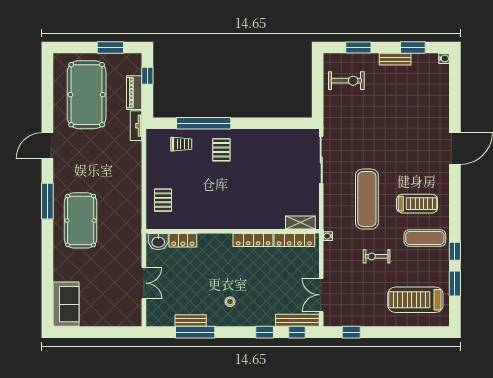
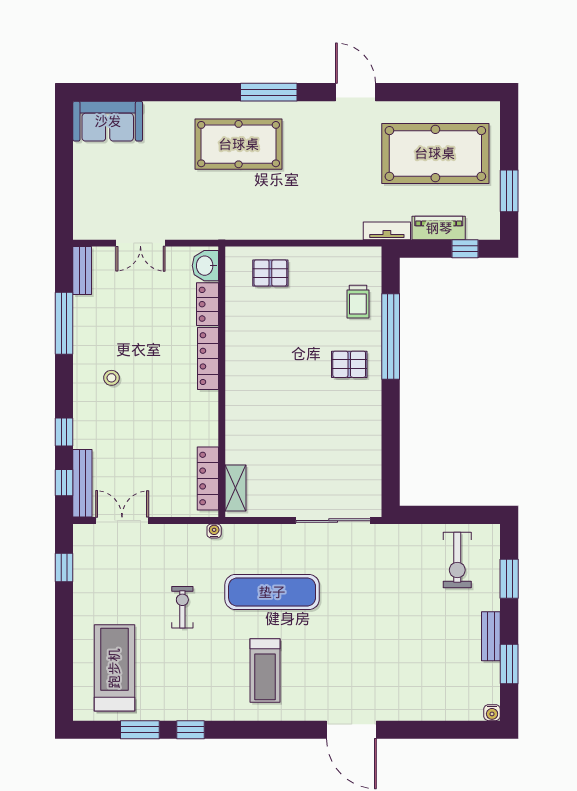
exercise mat: (425, 238) -> (211, 683), removed
locker: (253, 240) -> (208, 359), moved
bench: (191, 320) -> (82, 271), moved

